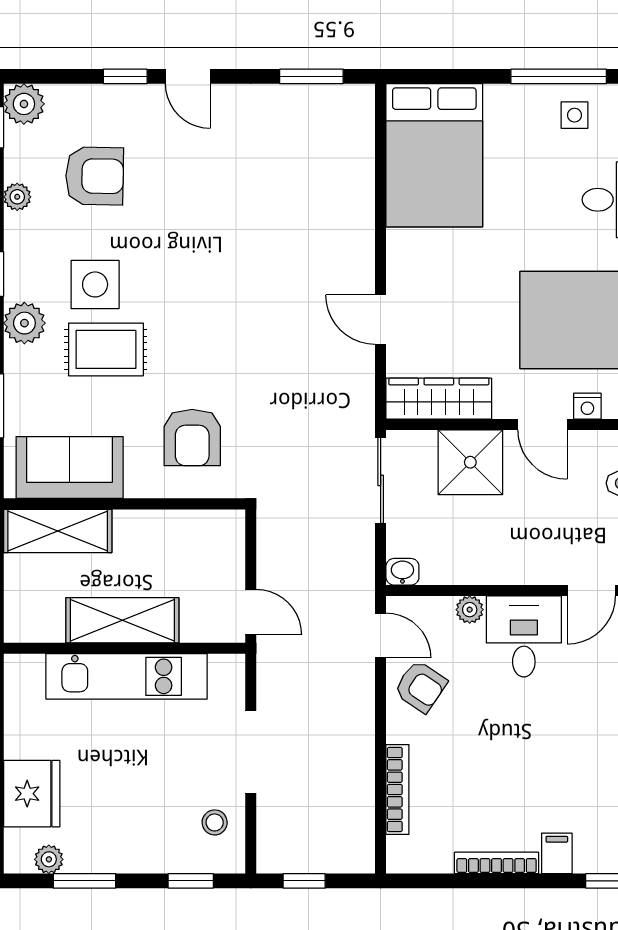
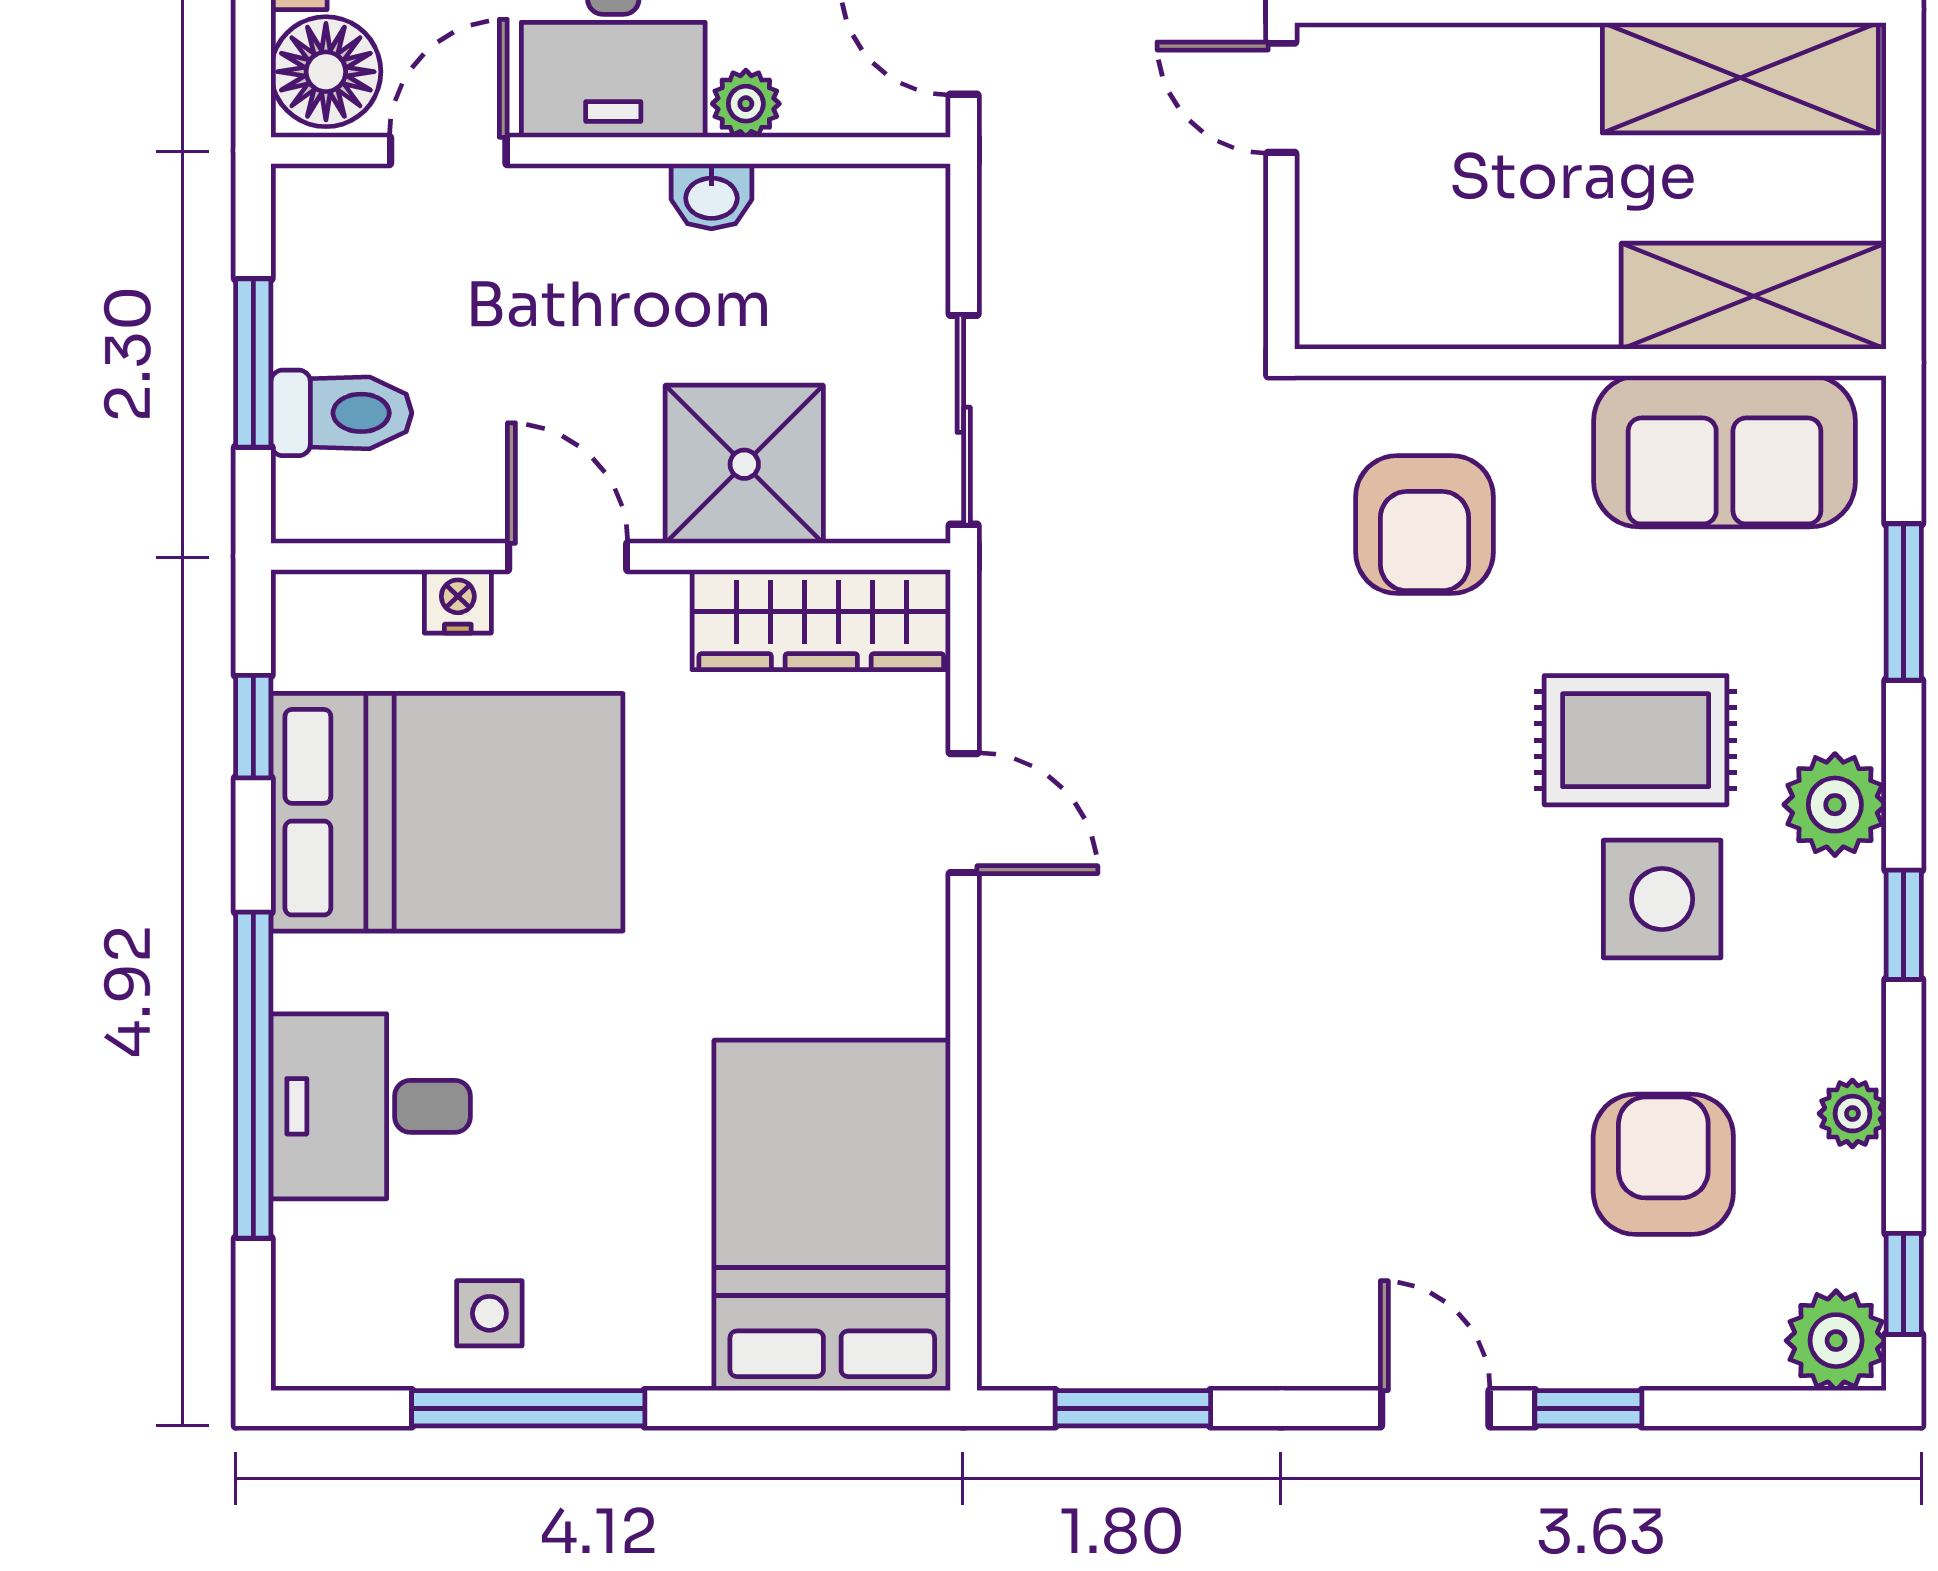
armchair: (95, 176) -> (1663, 1164), turned 89
armchair: (192, 438) -> (1425, 525), turned 180
washbasin: (402, 572) -> (711, 196), moved
shelving: (122, 620) -> (1740, 78), moved

